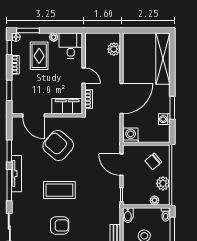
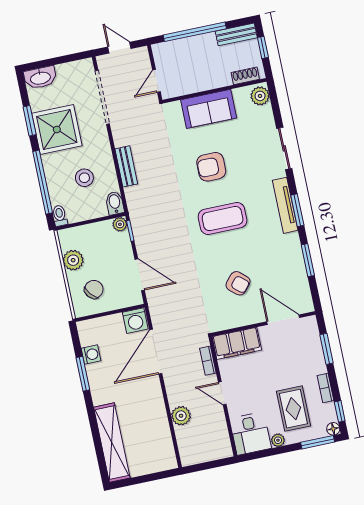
plant: (114, 49) -> (181, 416), moved
door: (121, 99) -> (156, 352), moved
armchair: (58, 145) -> (238, 283), width x0.53, depth x0.53
tv unit: (17, 174) -> (285, 205), moved
window: (9, 185) -> (297, 210), width x0.69
plant: (154, 200) -> (120, 224), moved

